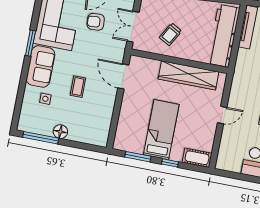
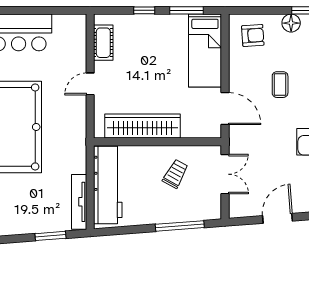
armchair: (96, 22) -> (253, 35), moved
bed: (161, 130) -> (205, 51), moved
cot: (197, 158) -> (103, 43), moved, turned 90

